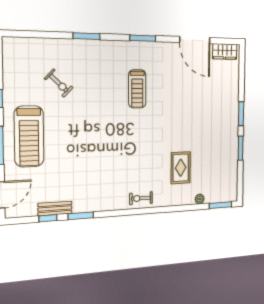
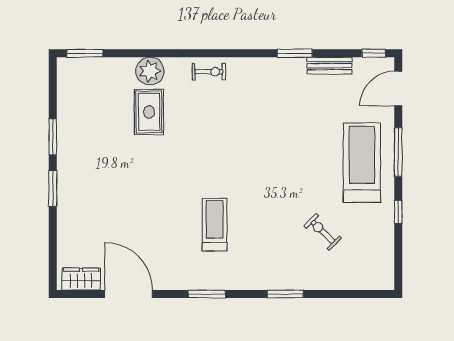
plant: (200, 199) -> (150, 71), moved, width x1.88, depth x1.88
window: (48, 218) -> (374, 53), moved

